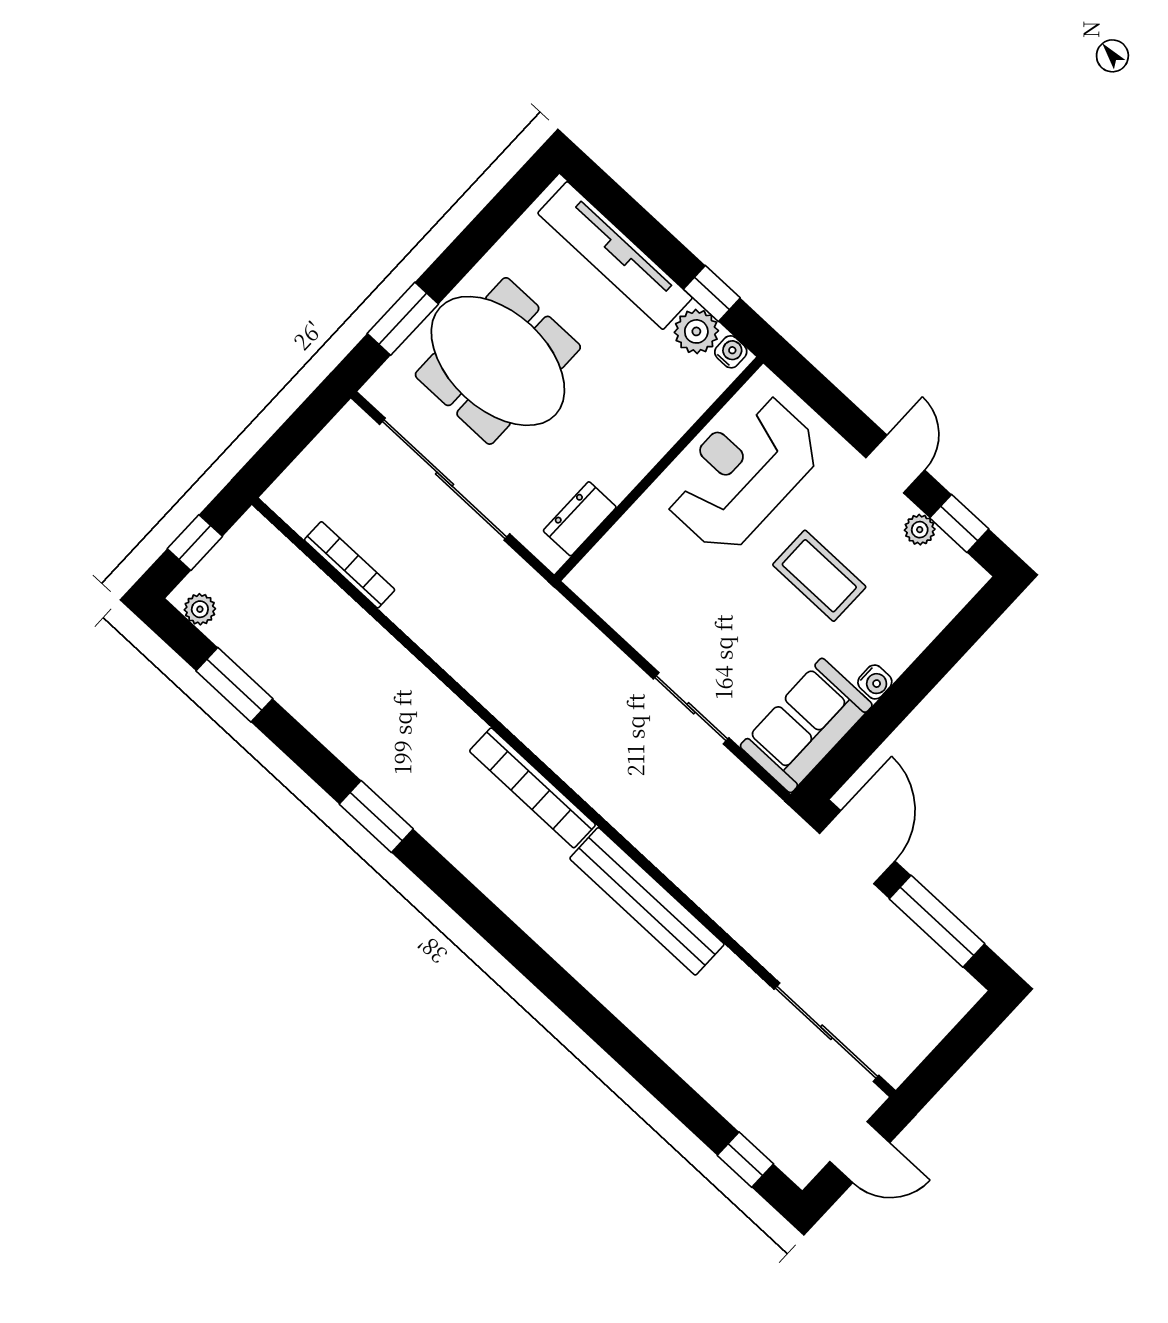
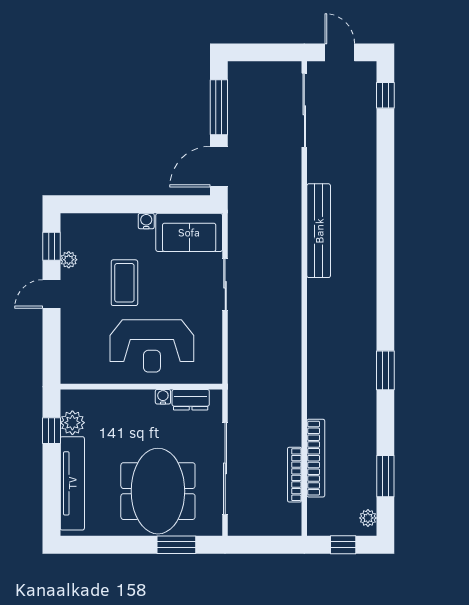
water cooler: (731, 352) -> (163, 397), moved, turned 90
reception desk: (742, 473) -> (152, 346), moved
bookcase: (532, 788) -> (316, 458), moved

